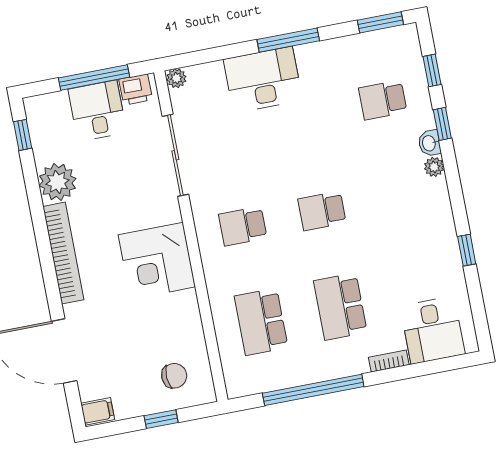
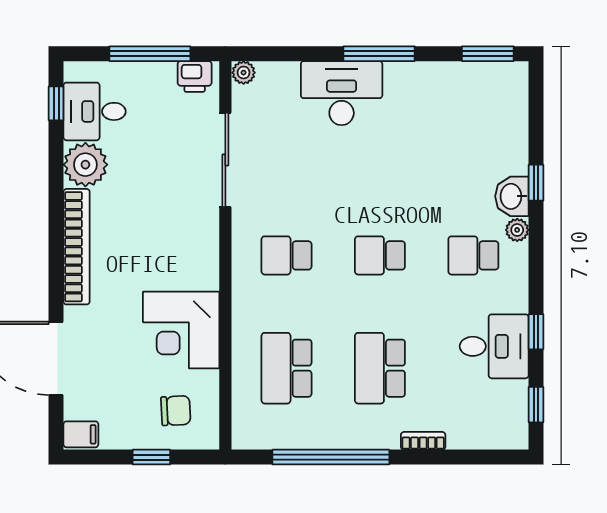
window: (432, 70) -> (536, 405), moved
school desk: (383, 100) -> (473, 255), moved
desk: (97, 111) -> (95, 111), moved, turned -90
washbasin: (429, 143) -> (512, 196), width x1.38, depth x1.45
corner desk: (157, 261) -> (181, 330), moved
desk: (433, 330) -> (494, 346), moved, turned -90

